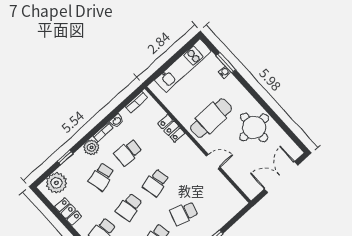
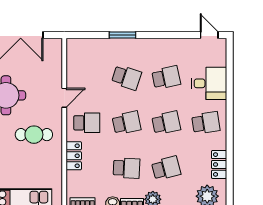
cafe table: (211, 118) -> (34, 135), width x0.73, depth x0.74
school desk: (183, 159) -> (87, 123), added
door: (213, 162) -> (64, 98), swing flipped

